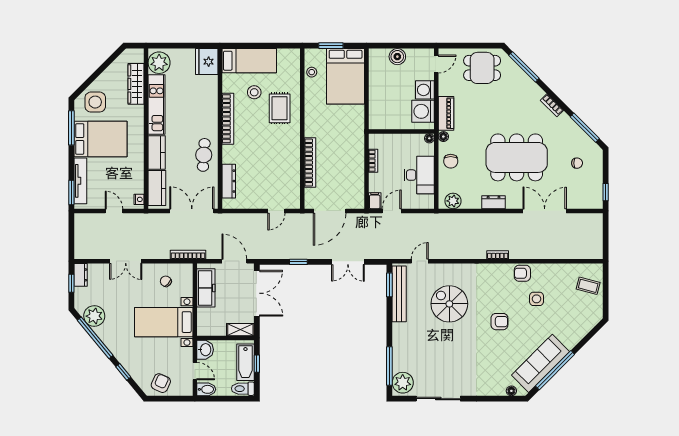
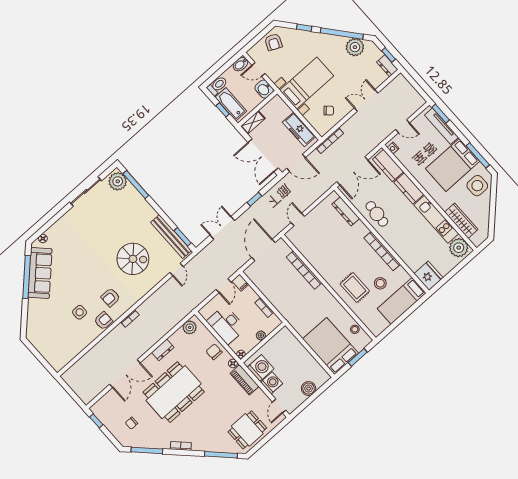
plant: (398, 139) -> (261, 335), added
coffee table: (588, 286) -> (54, 350), removed
armchair: (499, 322) -> (110, 297), moved

